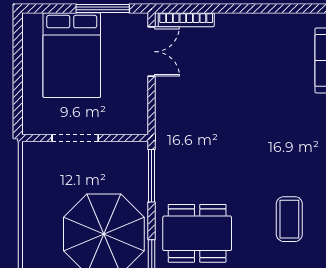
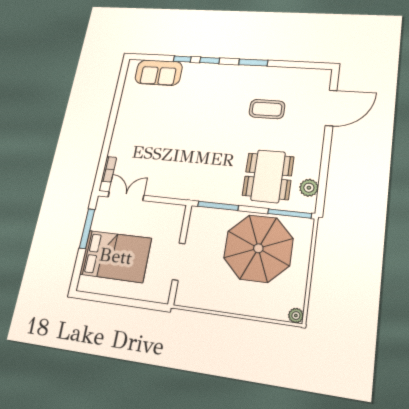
bookcase: (186, 20) -> (109, 169), width x0.64

